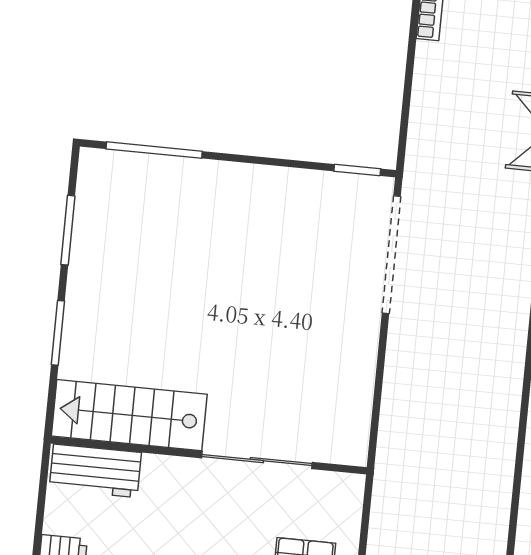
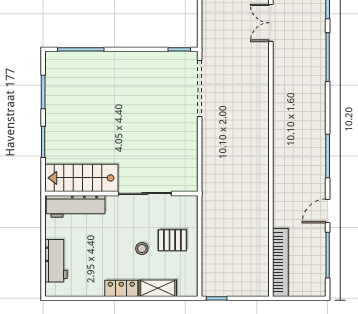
workbench: (95, 471) -> (76, 206), width x1.38

